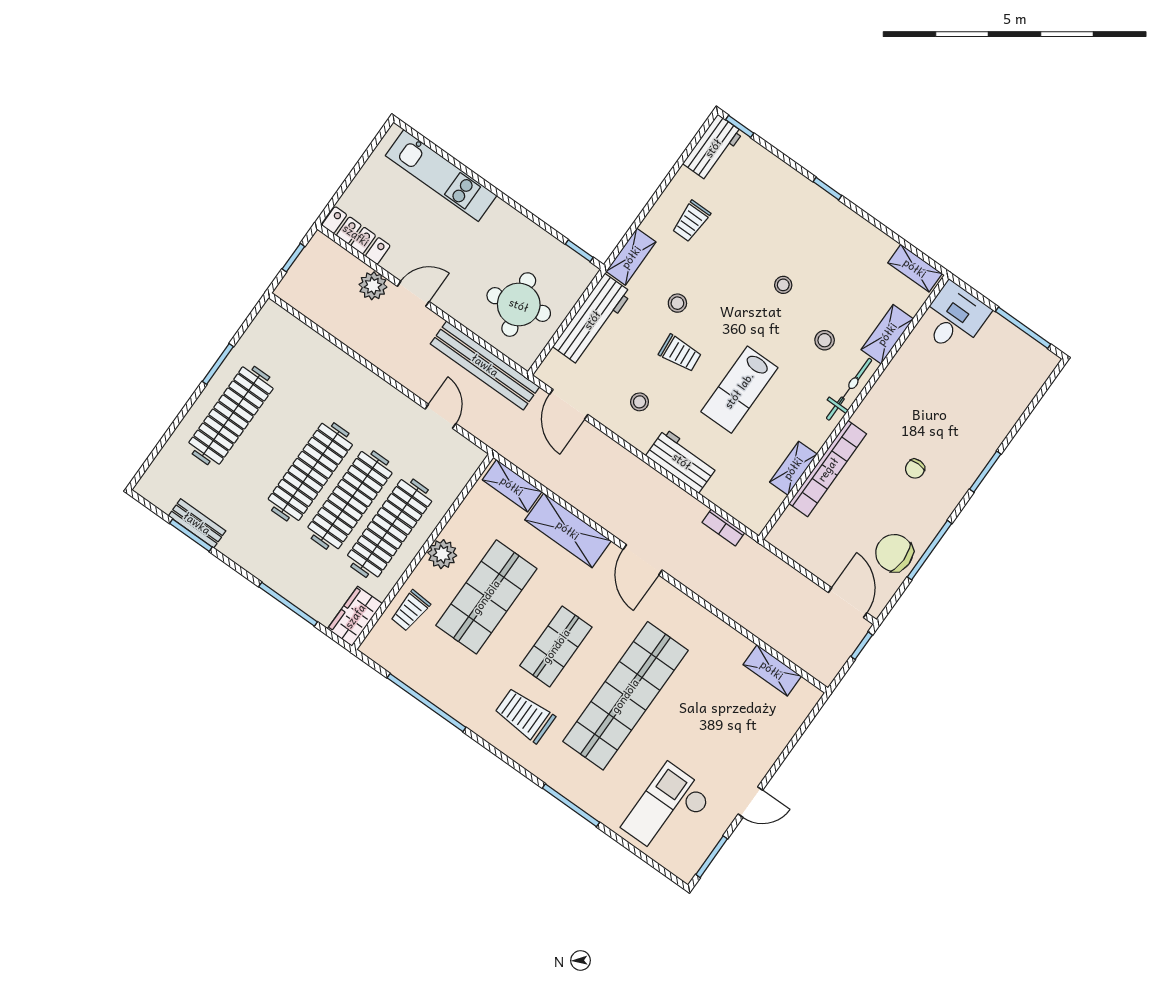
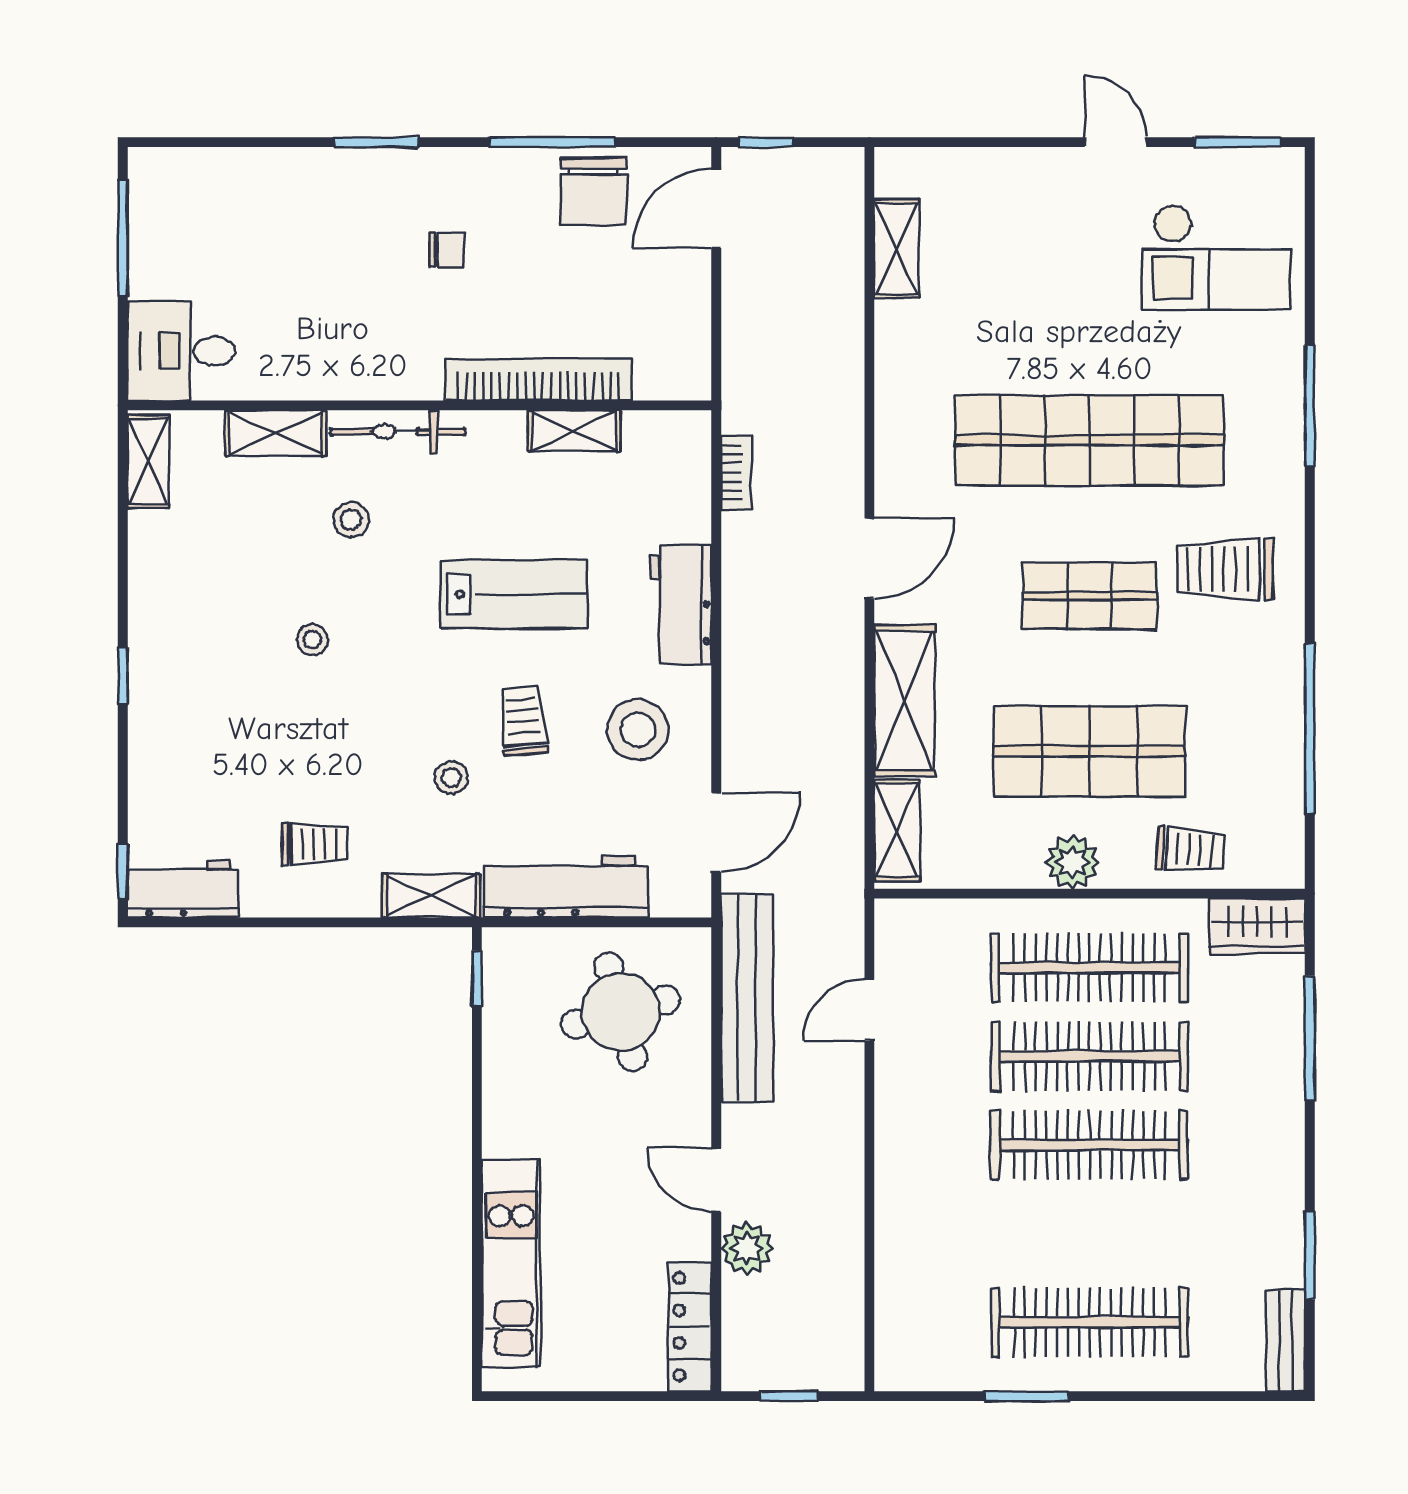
stool: (640, 402) -> (638, 730), width x1.89, depth x1.89
bench: (197, 523) -> (1286, 1341), moved
trolley: (525, 715) -> (1225, 569), turned 90

